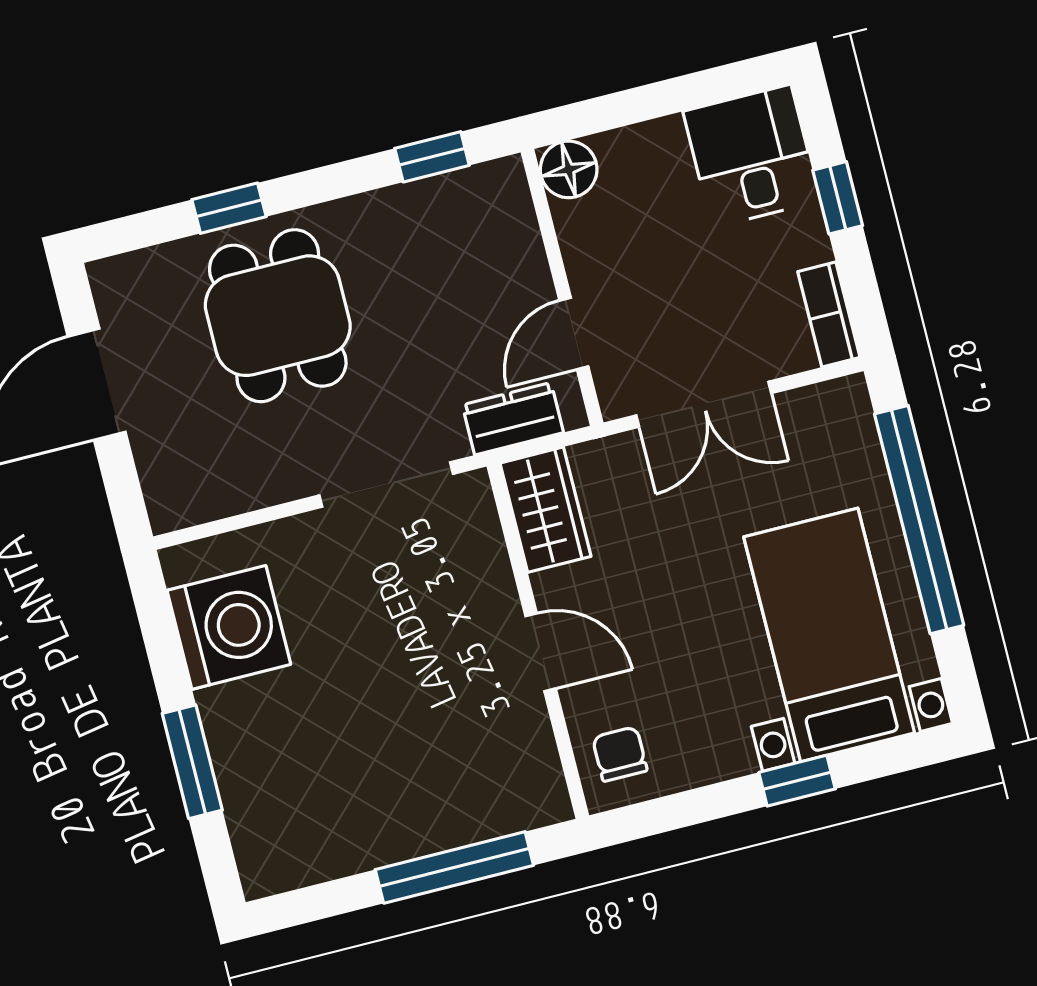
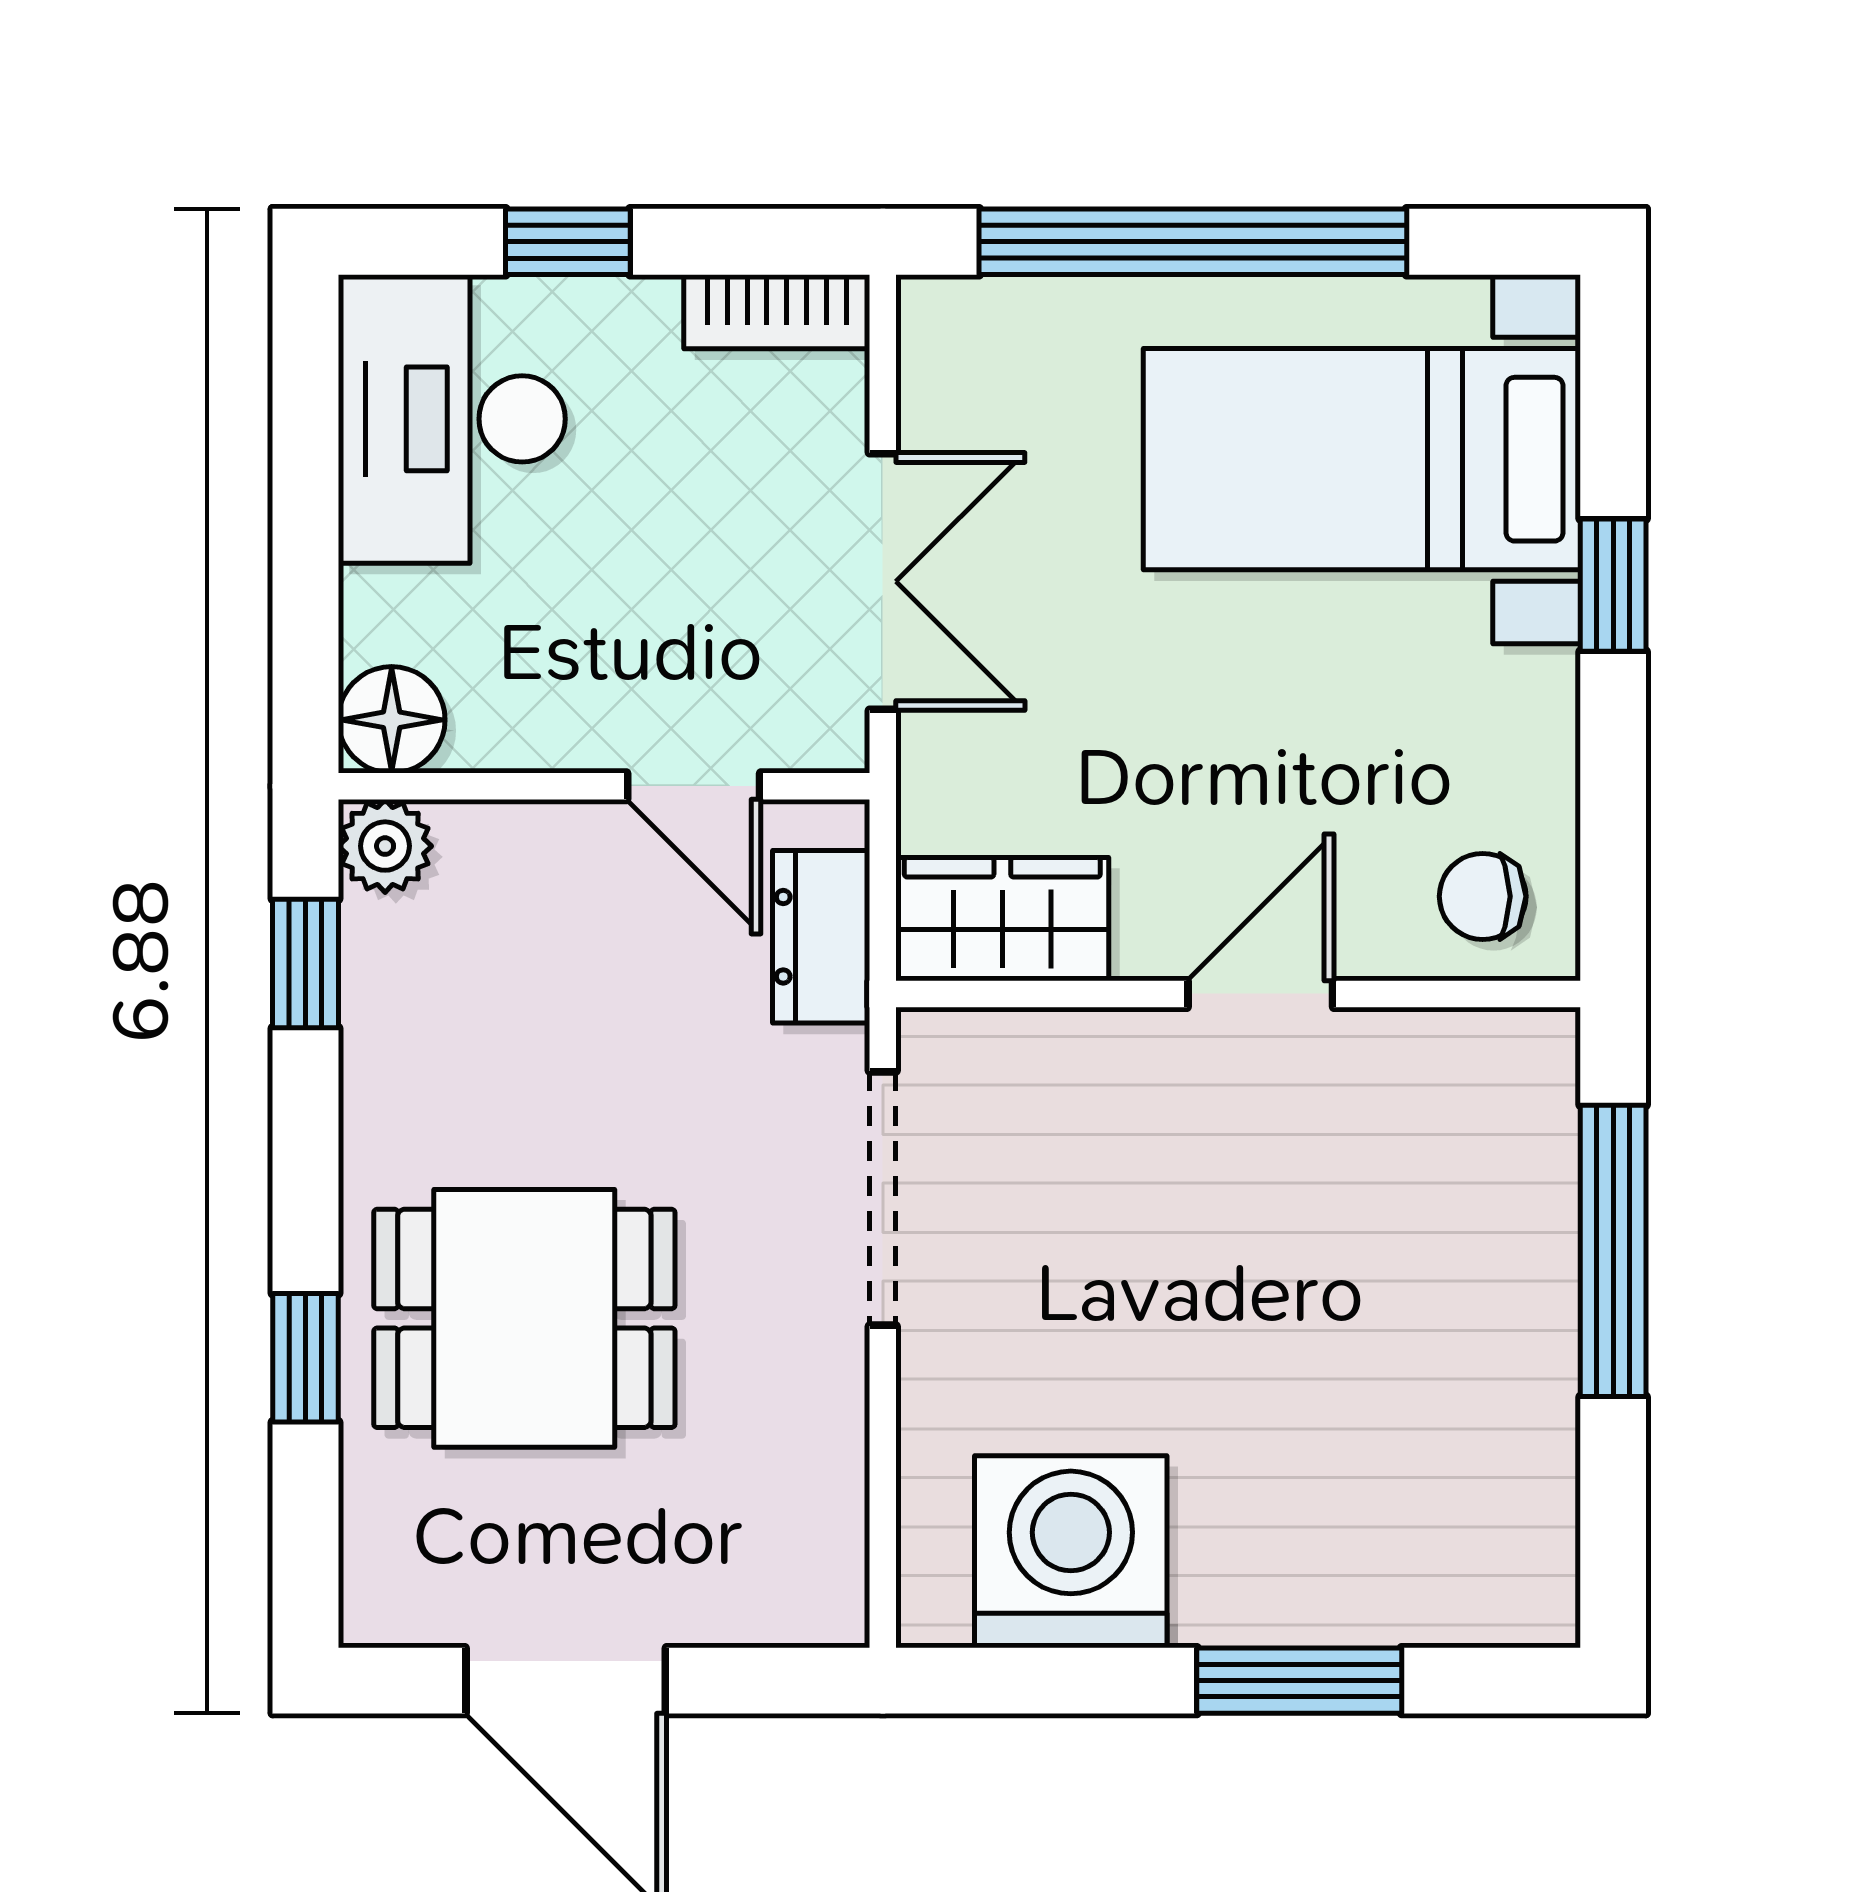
desk: (752, 156) -> (452, 419), width x1.37
plant: (503, 182) -> (385, 846), added

